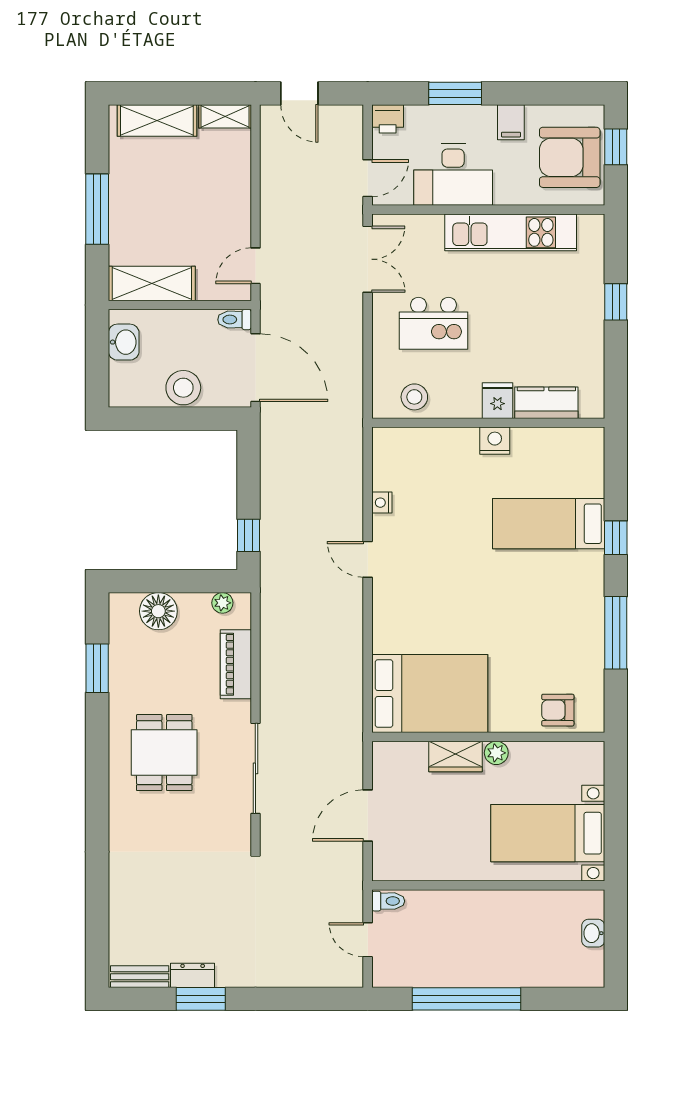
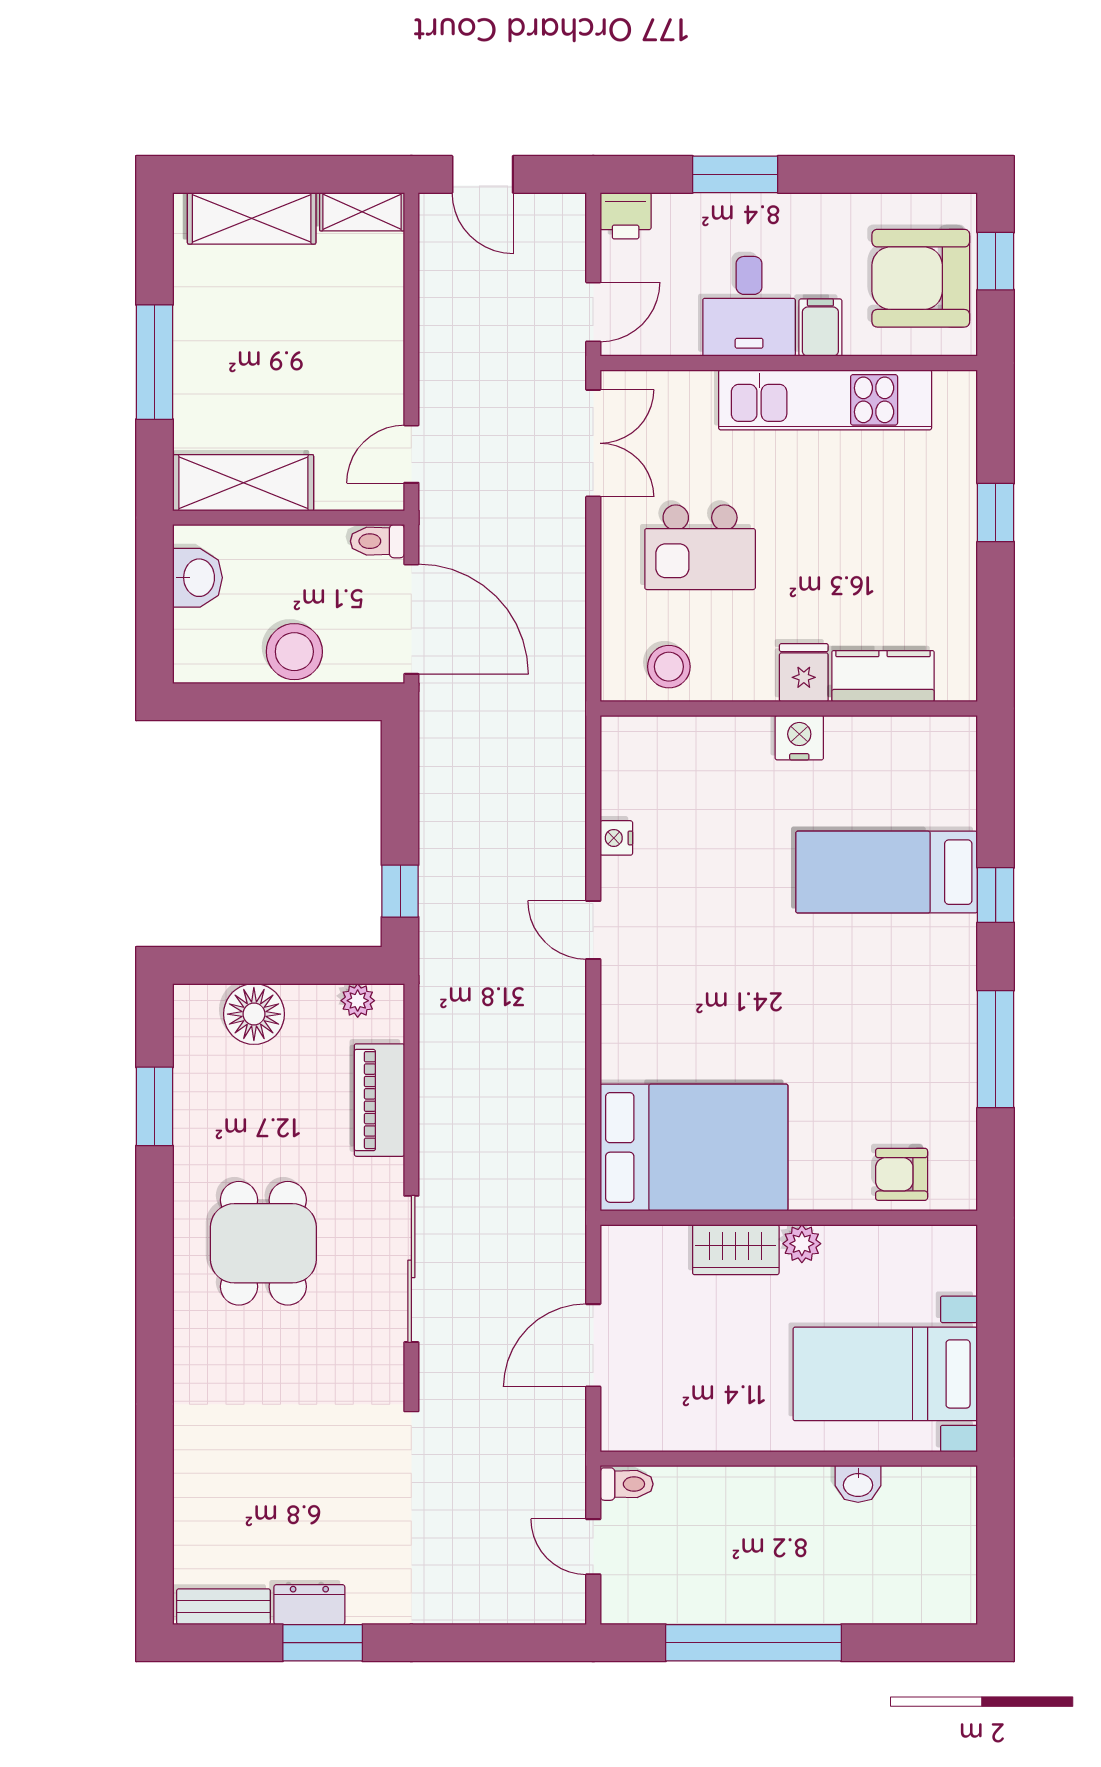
filing cabinet: (511, 122) -> (820, 328), moved, turned 180
desk: (453, 175) -> (749, 306), width x0.73
washbasin: (593, 933) -> (858, 1484), moved, turned -90

